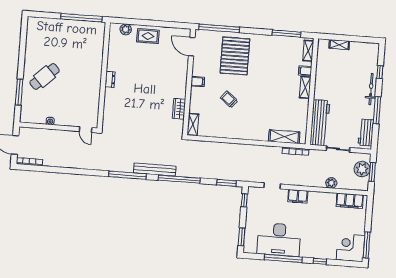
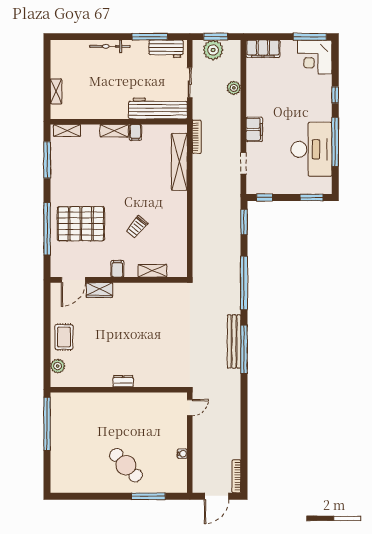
window: (219, 28) -> (47, 229), moved
filing cabinet: (305, 71) -> (135, 132), moved
window: (380, 72) -> (87, 37), removed
wardrobe: (179, 109) -> (99, 290), moved
window: (377, 110) -> (150, 37), moved
shelving: (193, 125) -> (152, 271), moved
shelving: (284, 137) -> (179, 162), width x1.47
bench: (155, 169) -> (234, 341), moved
filing cabinet: (350, 201) -> (263, 49), moved, turned 90

